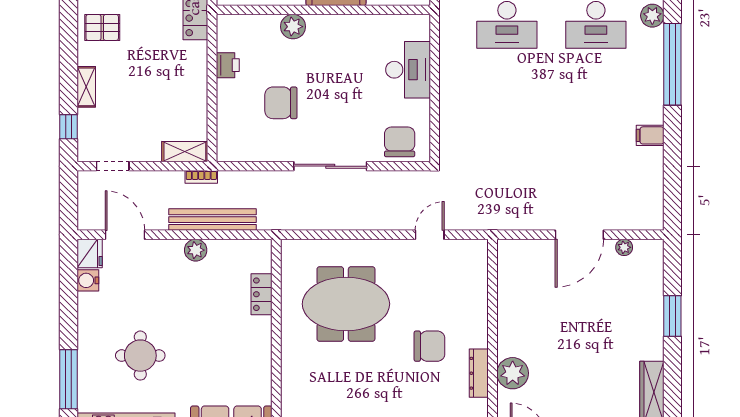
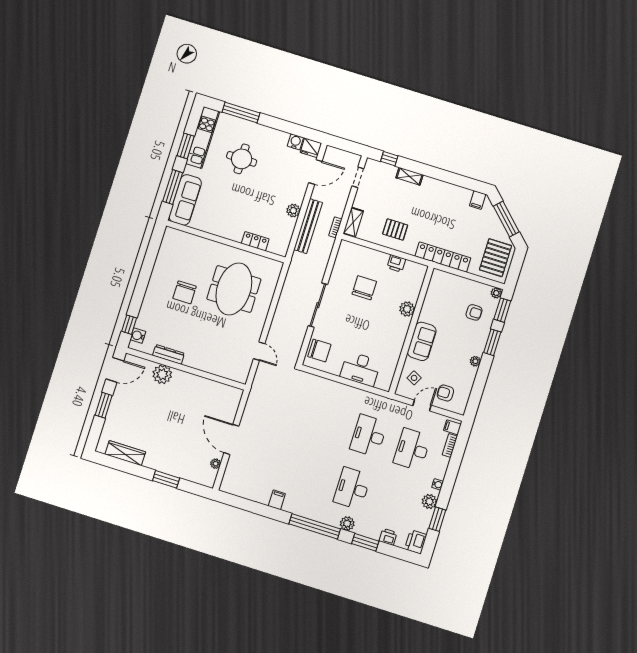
pallet: (102, 27) -> (395, 230), moved, turned 90
chair: (429, 346) -> (185, 292), moved

